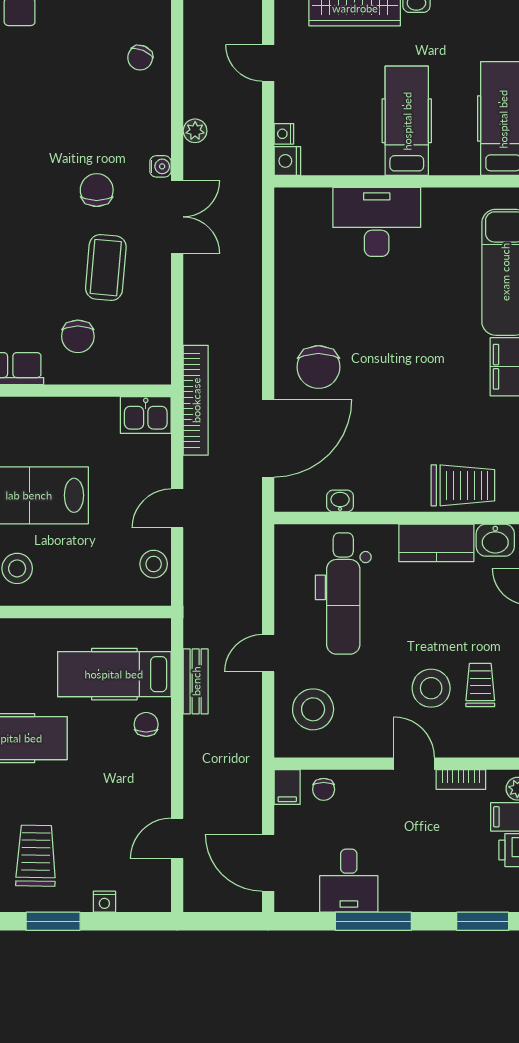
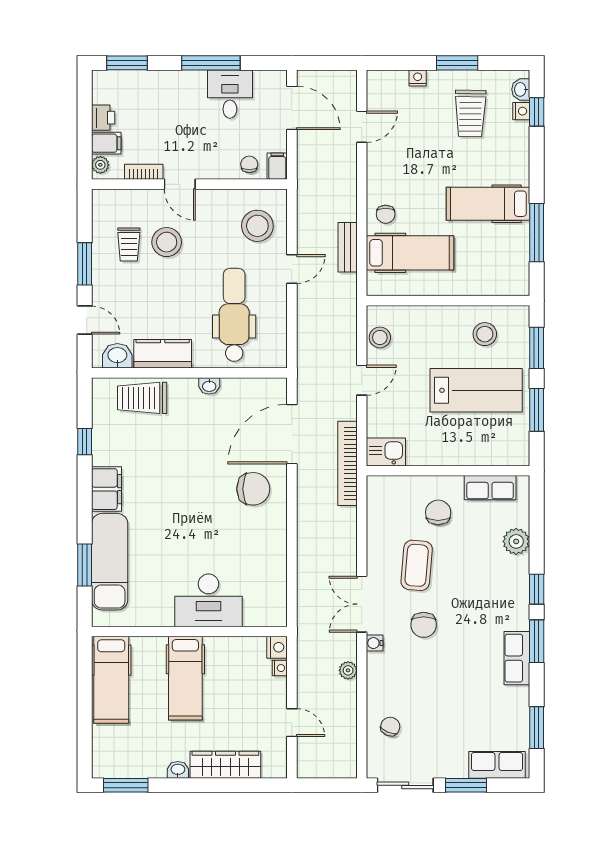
chair: (318, 367) -> (253, 489), turned 90
washbasin: (340, 501) -> (209, 386), moved

